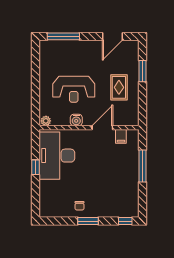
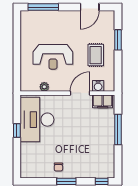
water cooler: (76, 120) -> (98, 86), moved
plant: (46, 121) -> (44, 87), moved
filing cabinet: (121, 136) -> (103, 101), width x2.00

